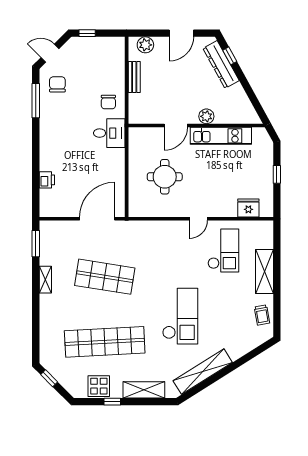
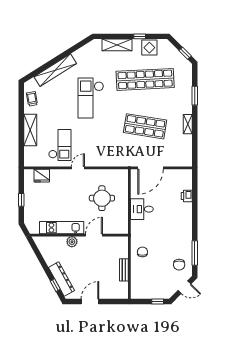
plant: (145, 45) -> (116, 293), removed
desk: (109, 133) -> (142, 209), moved
window: (36, 244) -> (195, 96), moved
checkout: (223, 251) -> (60, 145), turned 180
shelving: (203, 372) -> (55, 70), moved

